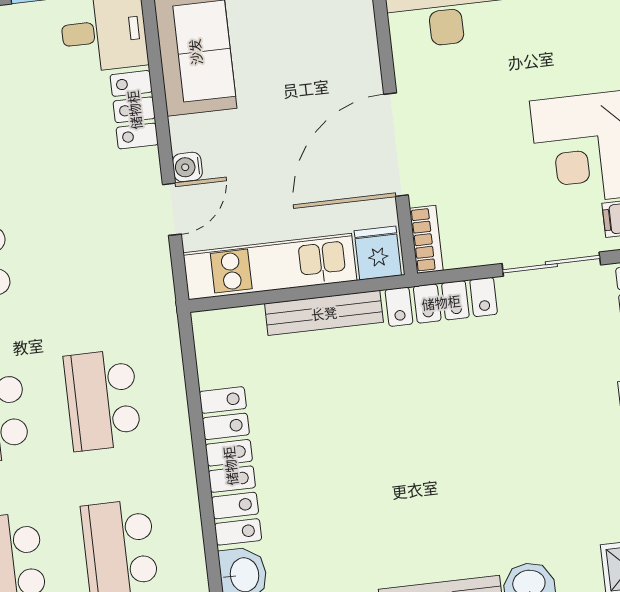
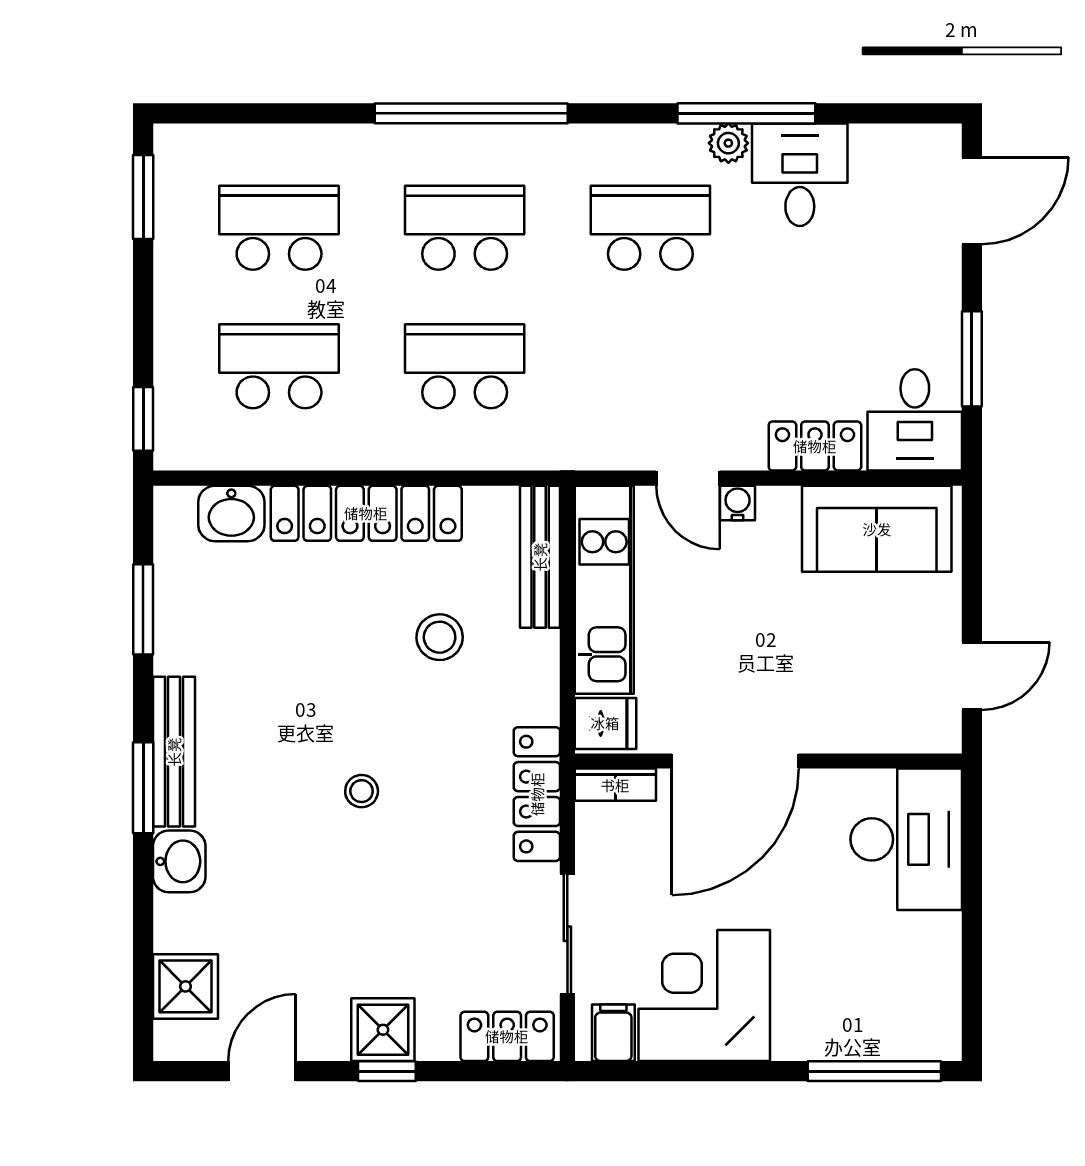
door: (396, 145) -> (735, 761), swing flipped
bench: (324, 313) -> (540, 557), moved
stool: (324, 395) -> (440, 637), added
stool: (455, 444) -> (362, 791), added

